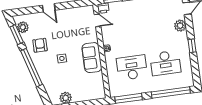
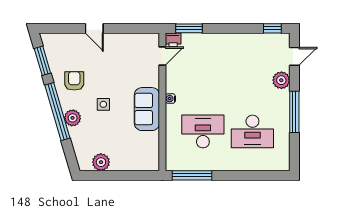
door: (97, 20) -> (162, 56), hinge flipped
plant: (23, 27) -> (73, 118), moved
window: (192, 46) -> (294, 112), width x2.17
window: (171, 93) -> (254, 175), removed

